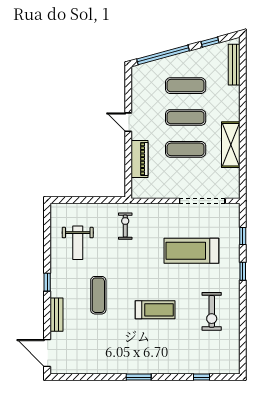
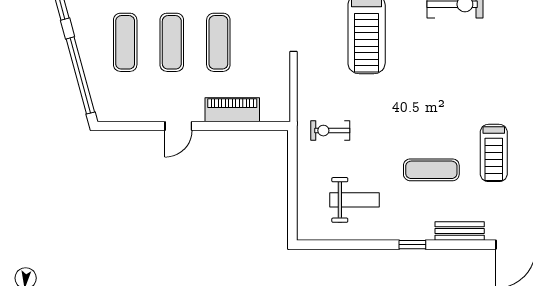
treadmill: (155, 310) -> (494, 153), moved, turned 180

